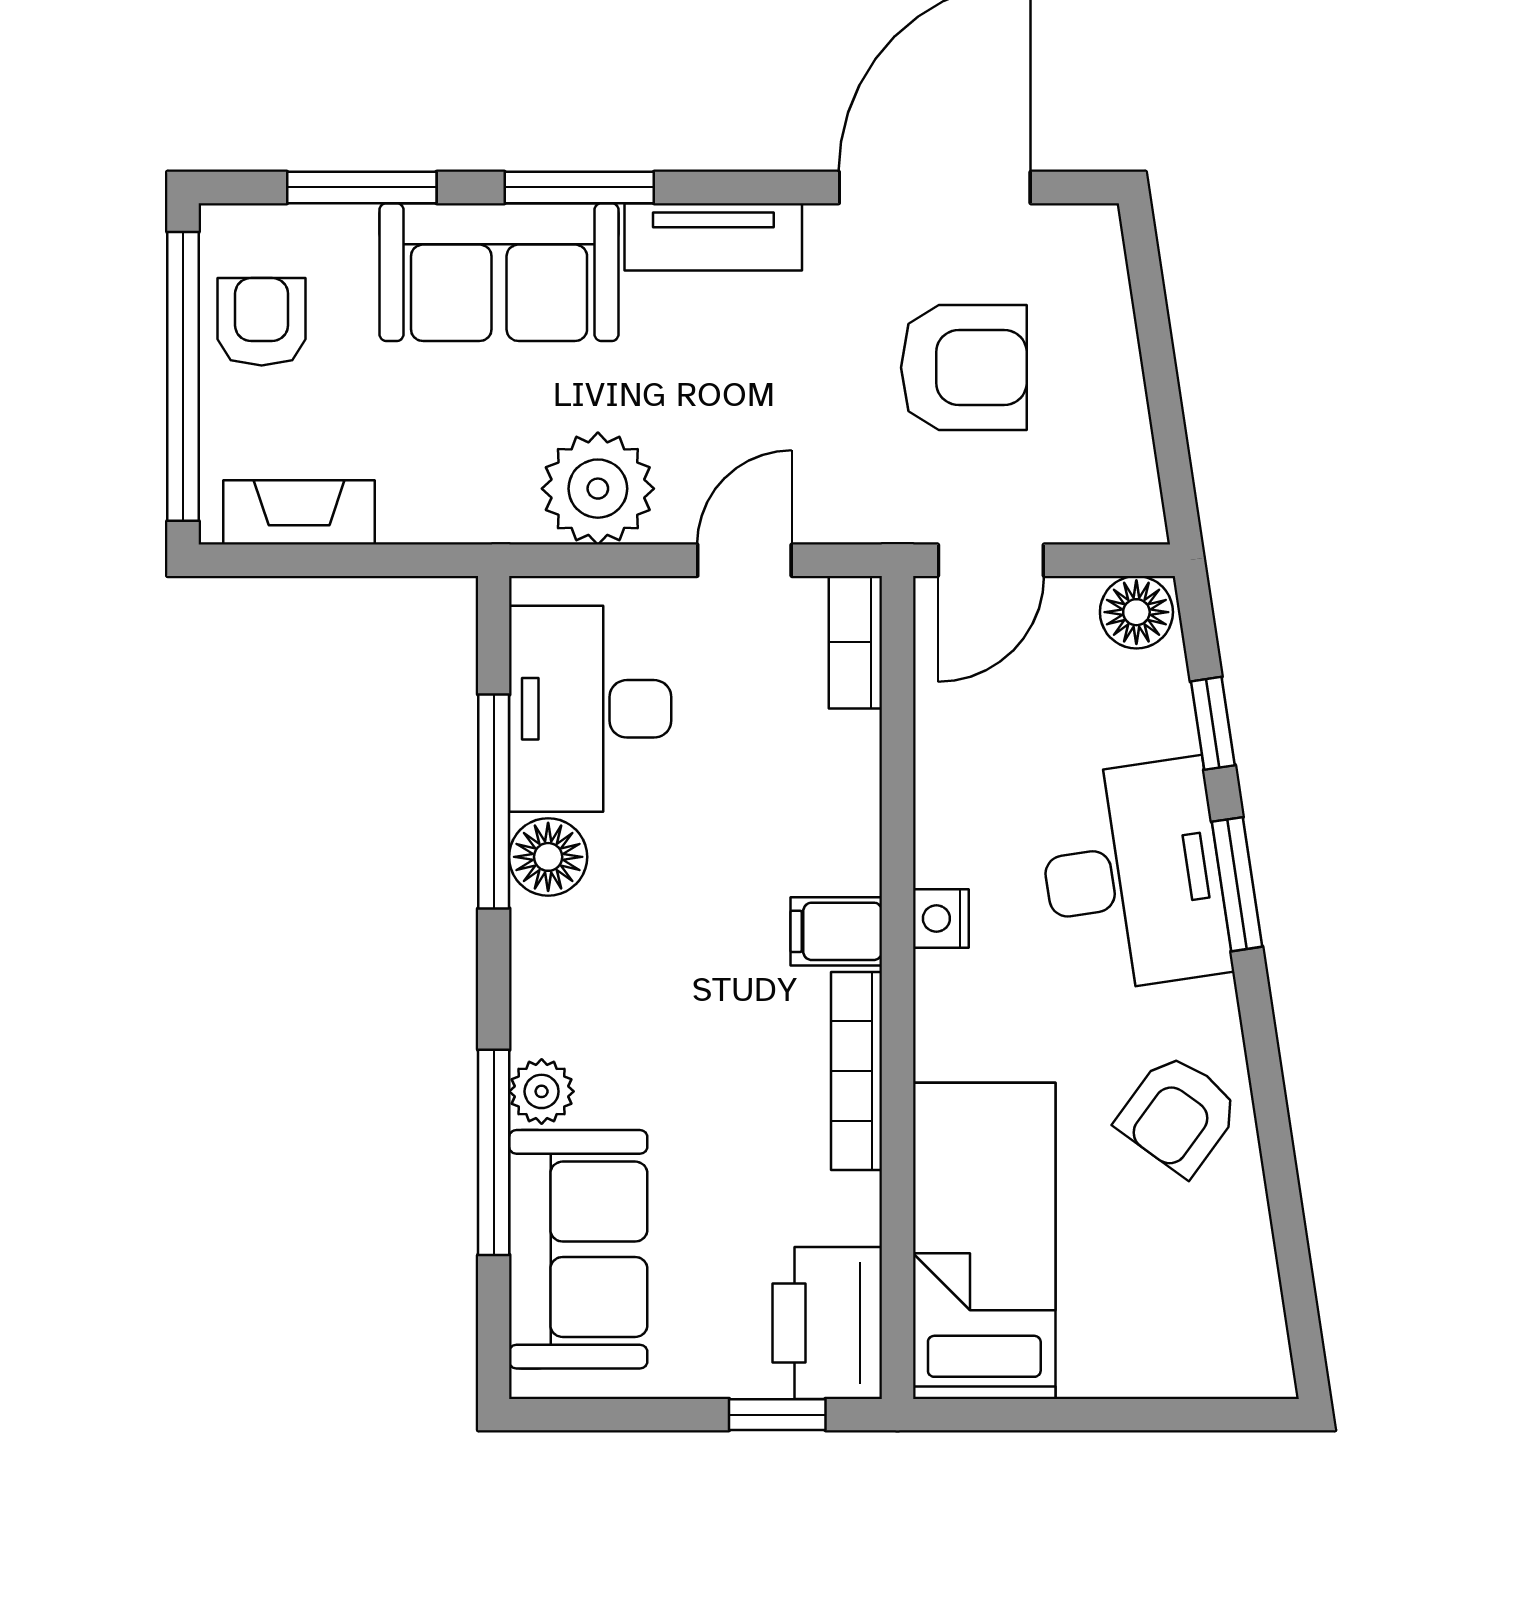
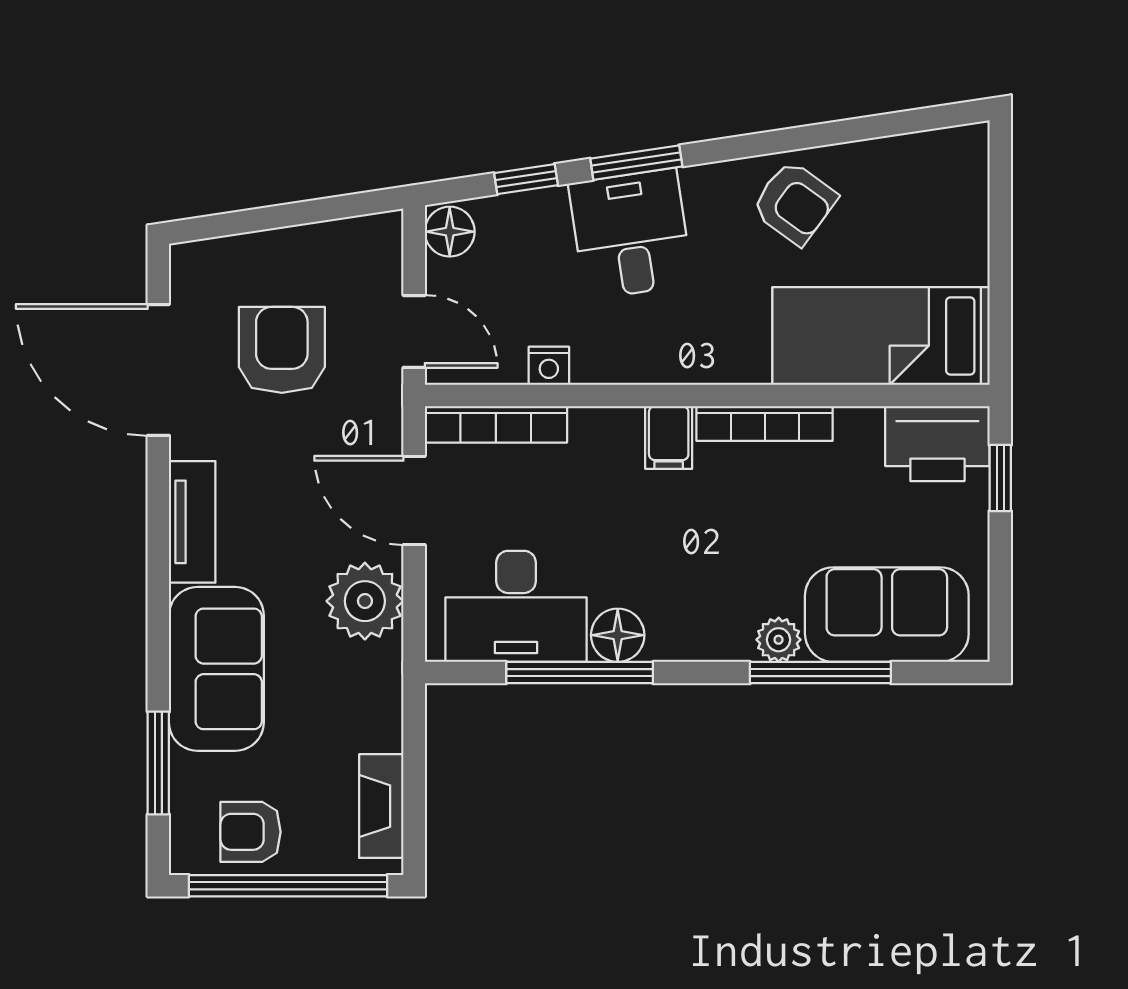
window: (579, 187) -> (158, 614), removed
door: (744, 560) -> (414, 501), width x1.38
bookcase: (855, 642) -> (496, 424), width x1.56
desk: (1133, 876) -> (631, 234), width x0.73
nightstand: (941, 918) -> (549, 366), moved

